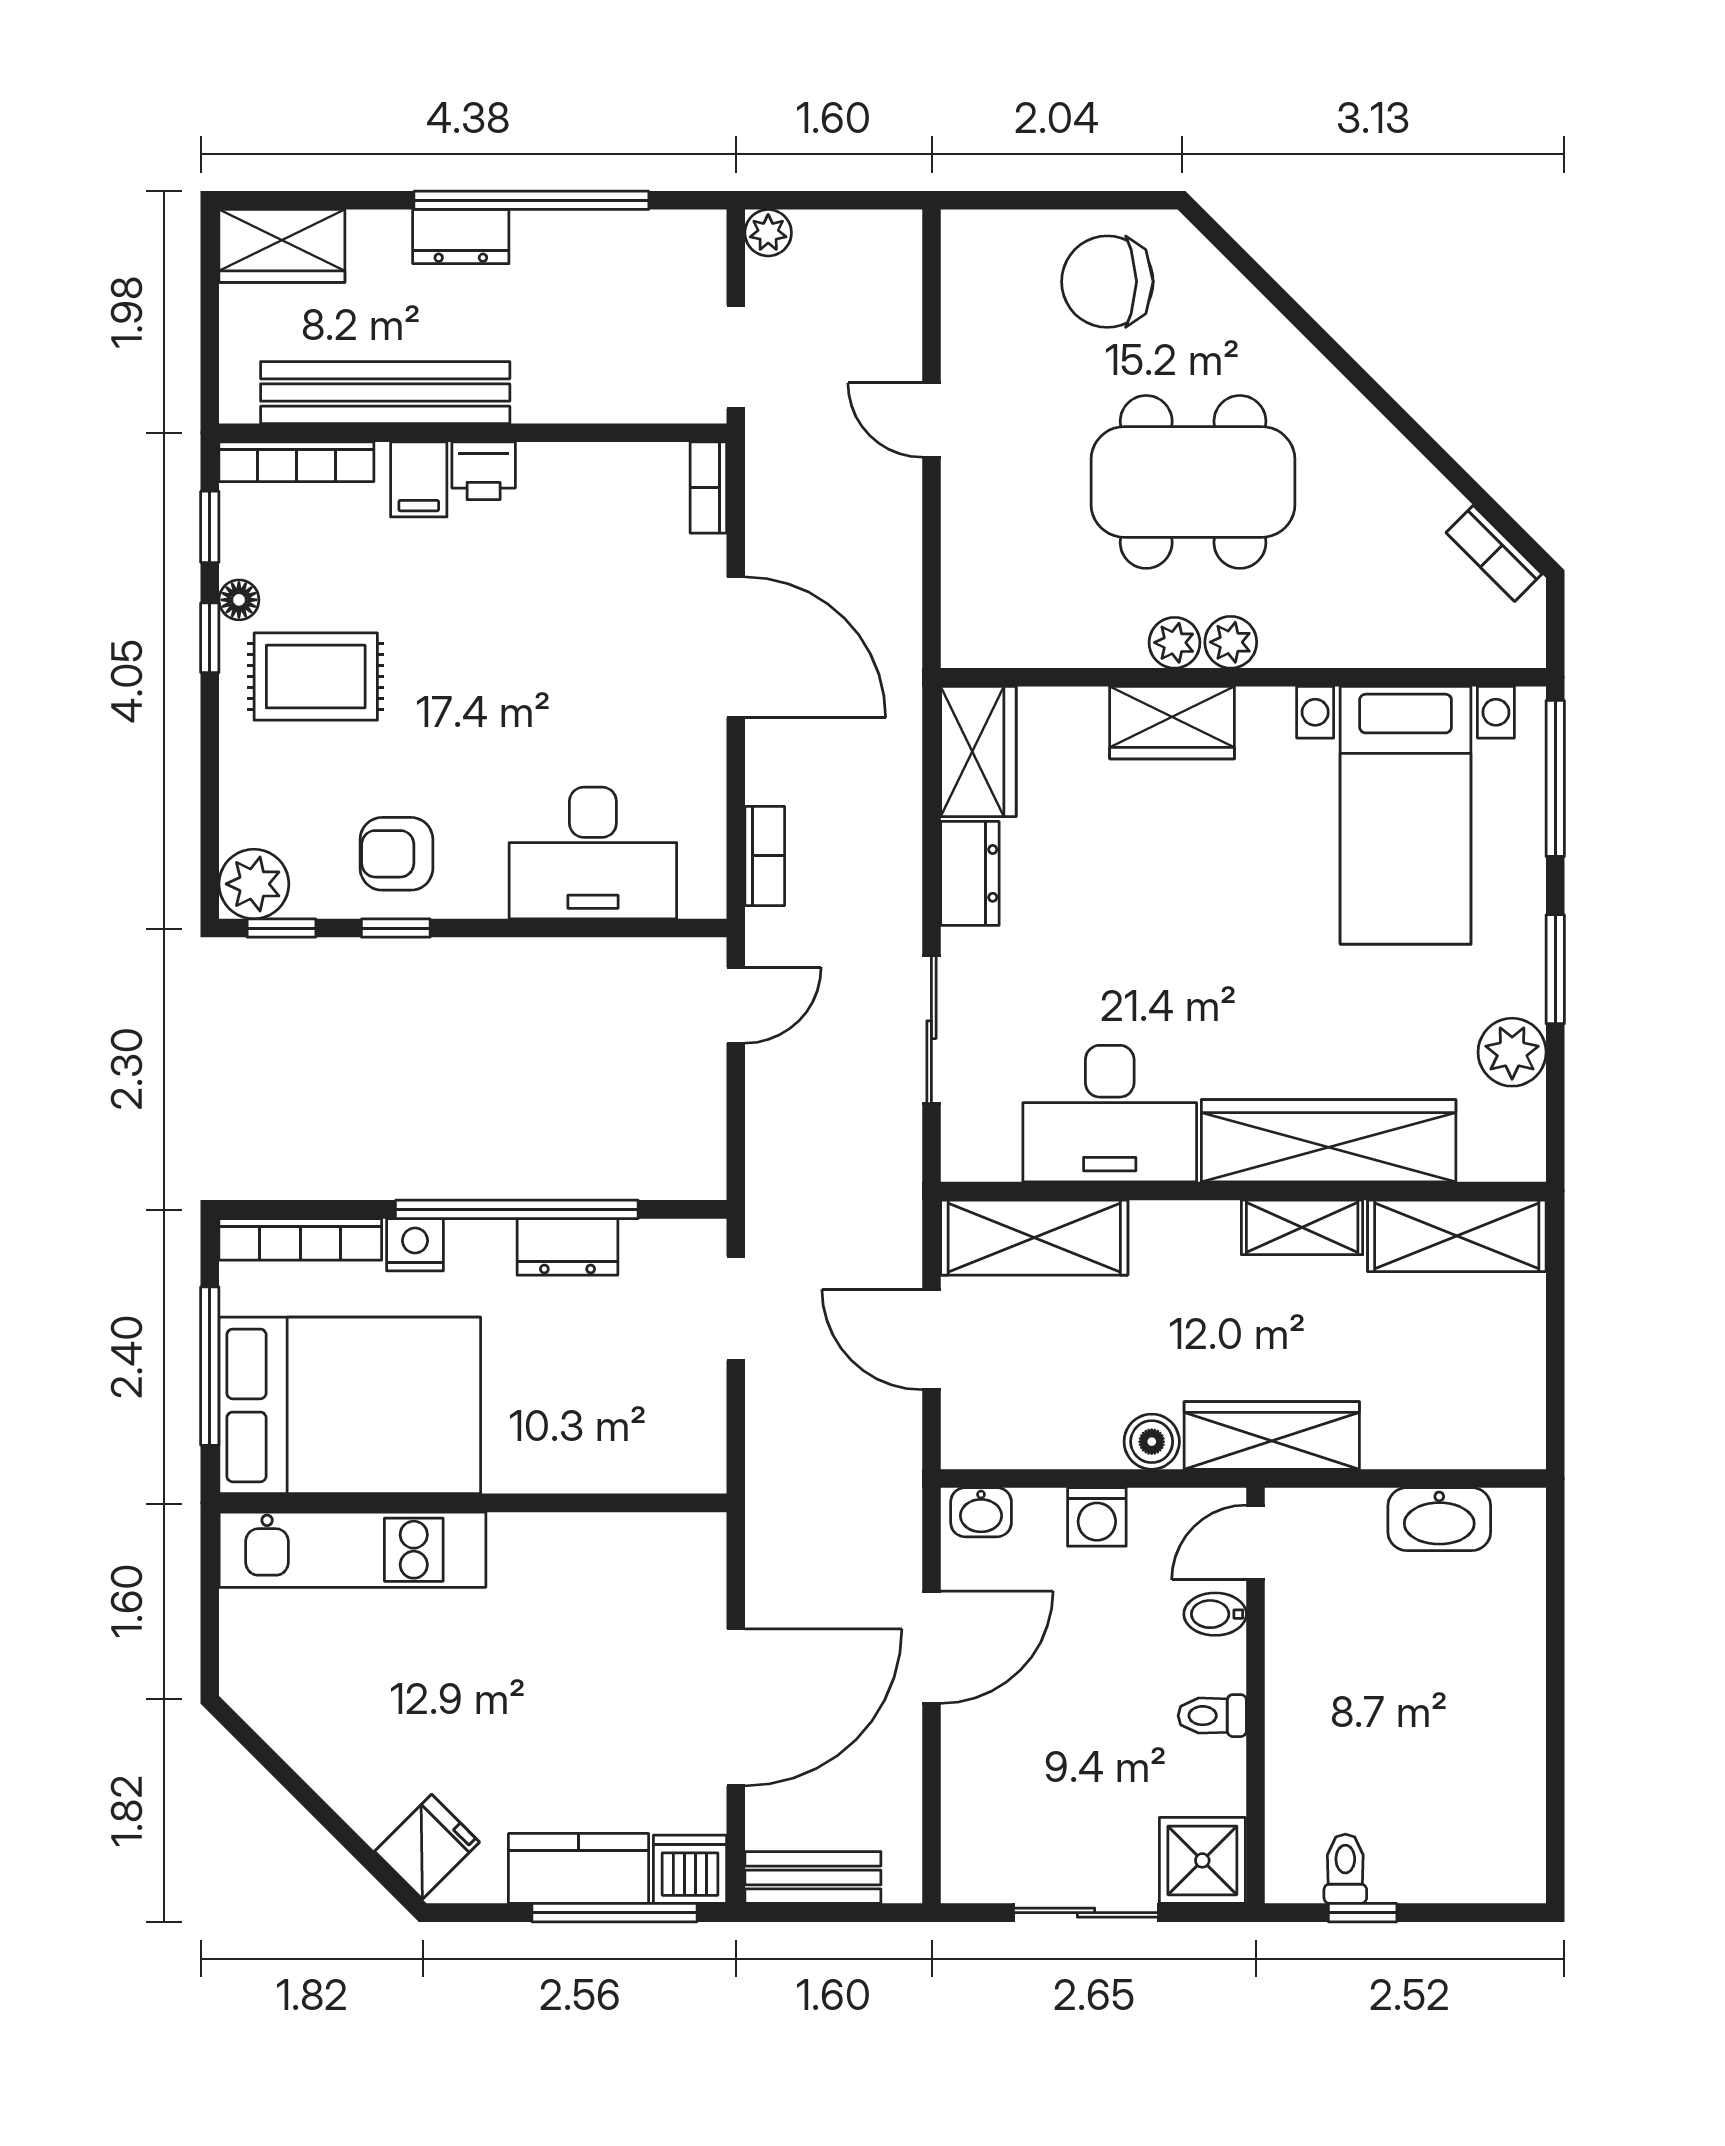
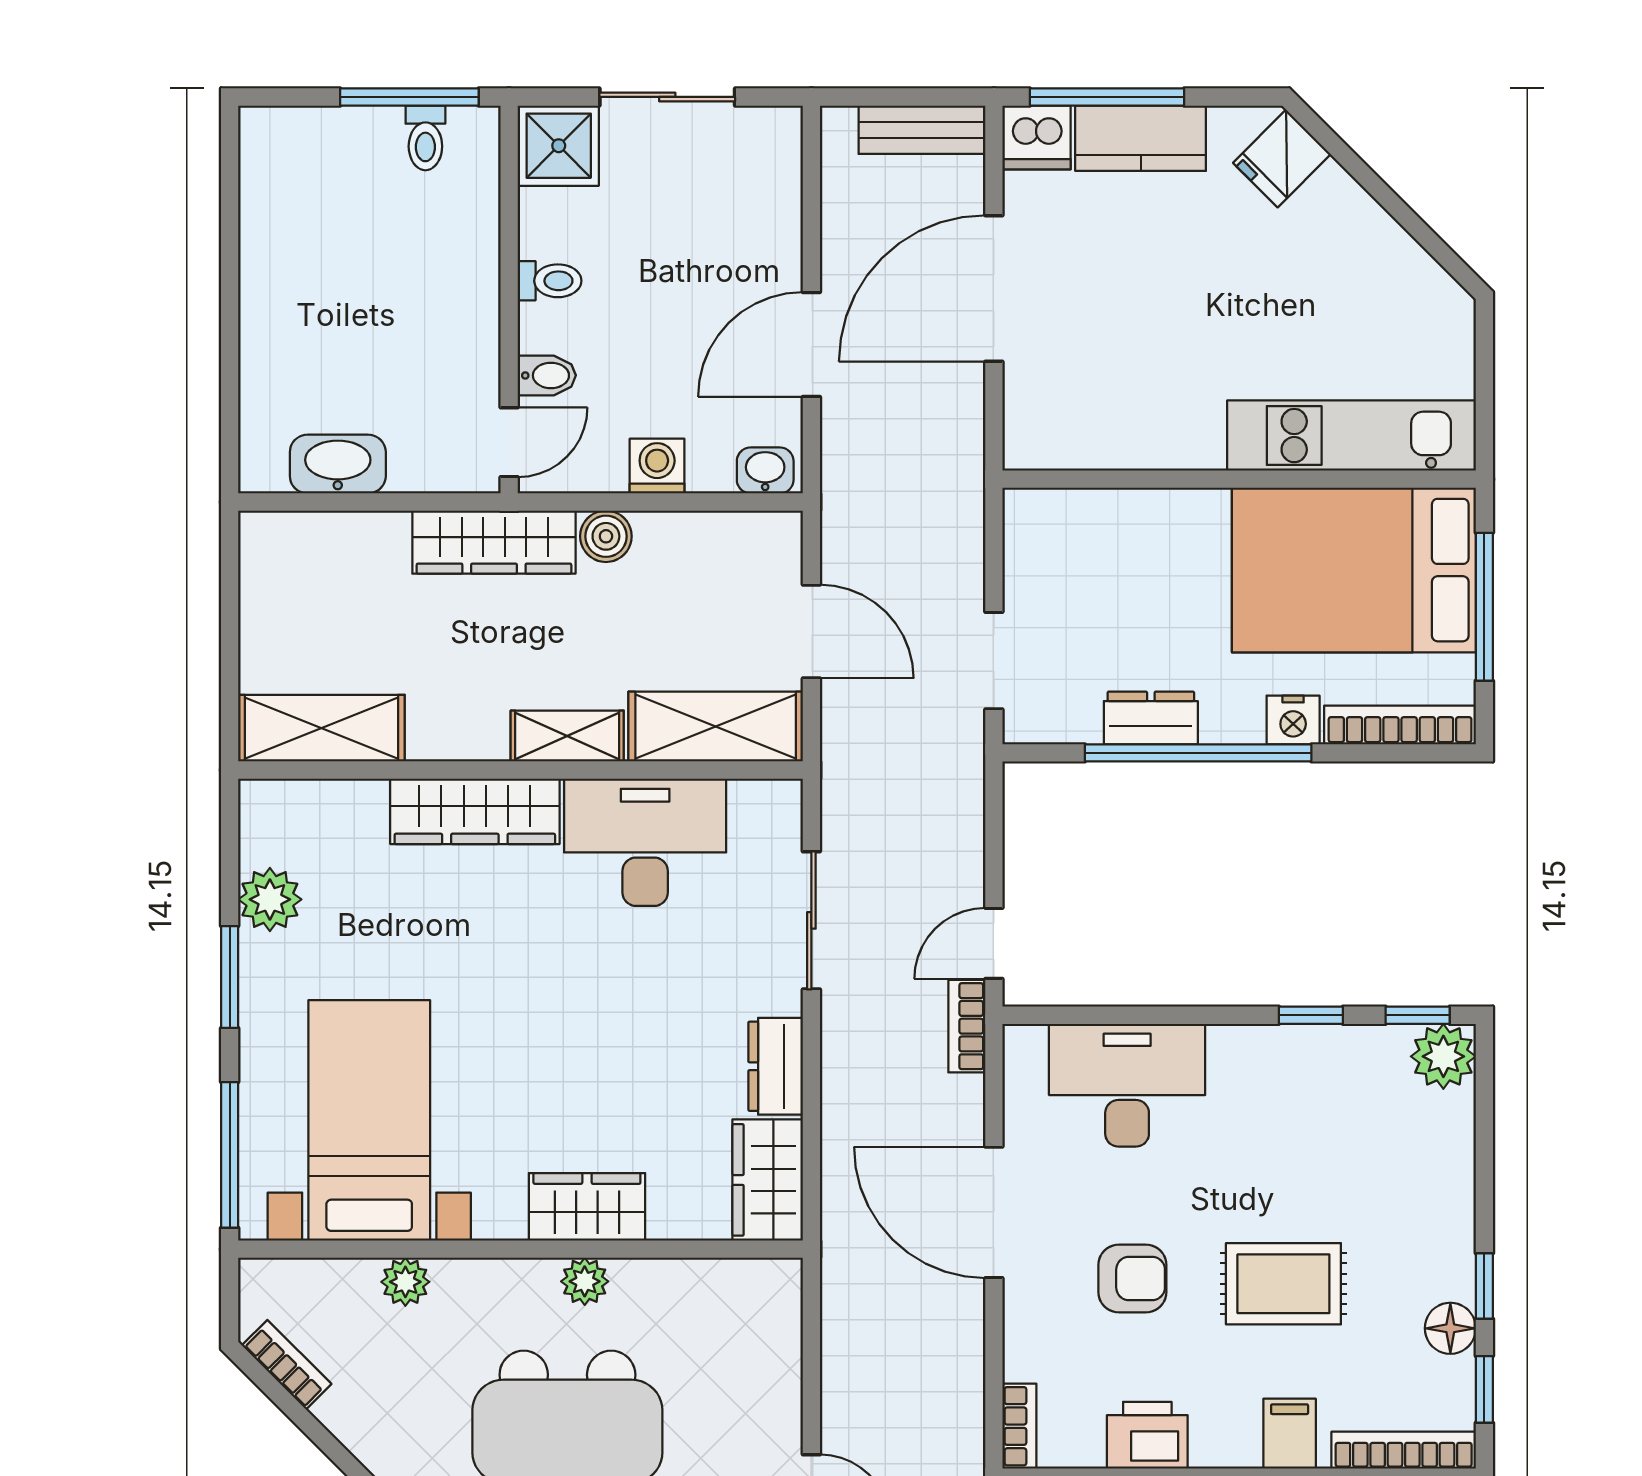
printer: (484, 471) -> (1147, 1435), moved, width x1.36, depth x1.24
floor lamp: (239, 600) -> (1450, 1328), width x1.37, depth x1.37
plant: (1231, 642) -> (405, 1282), moved
door: (736, 647) -> (994, 1212), moved
rug: (316, 677) -> (1283, 1284), moved
armchair: (396, 854) -> (1132, 1279), moved
bookcase: (765, 856) -> (967, 1026), moved
wardrobe: (1329, 1141) -> (475, 811), width x0.71, depth x0.85
shelving: (1302, 1227) -> (567, 736), moved
window: (1363, 1913) -> (409, 97), width x2.17

